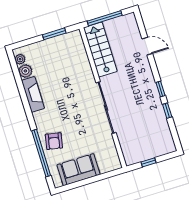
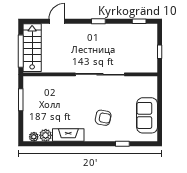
stairs: (100, 50) -> (32, 48), moved, turned 90
window: (167, 111) -> (139, 21), moved
armchair: (54, 141) -> (103, 118), moved
window: (41, 153) -> (122, 144), width x0.32

